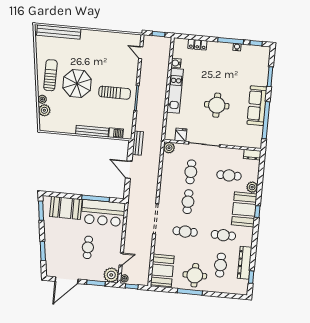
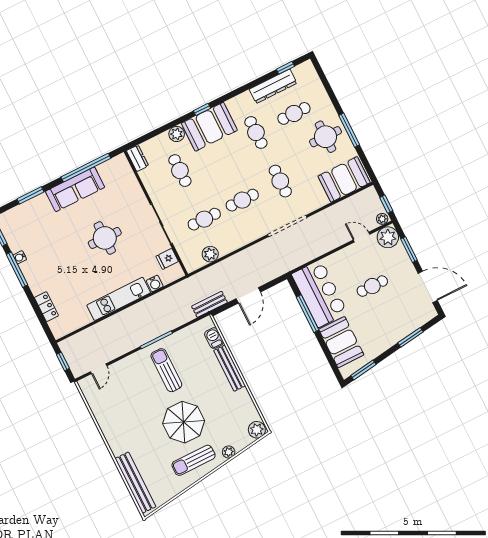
water cooler: (176, 63) -> (155, 283), moved
plant: (44, 110) -> (257, 430), moved
plant: (169, 148) -> (210, 254), moved

